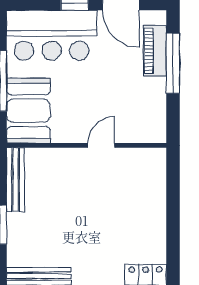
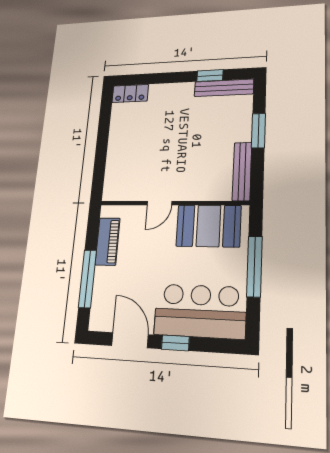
piano: (155, 51) -> (108, 241), moved
booth: (28, 111) -> (208, 226), moved, turned 90

